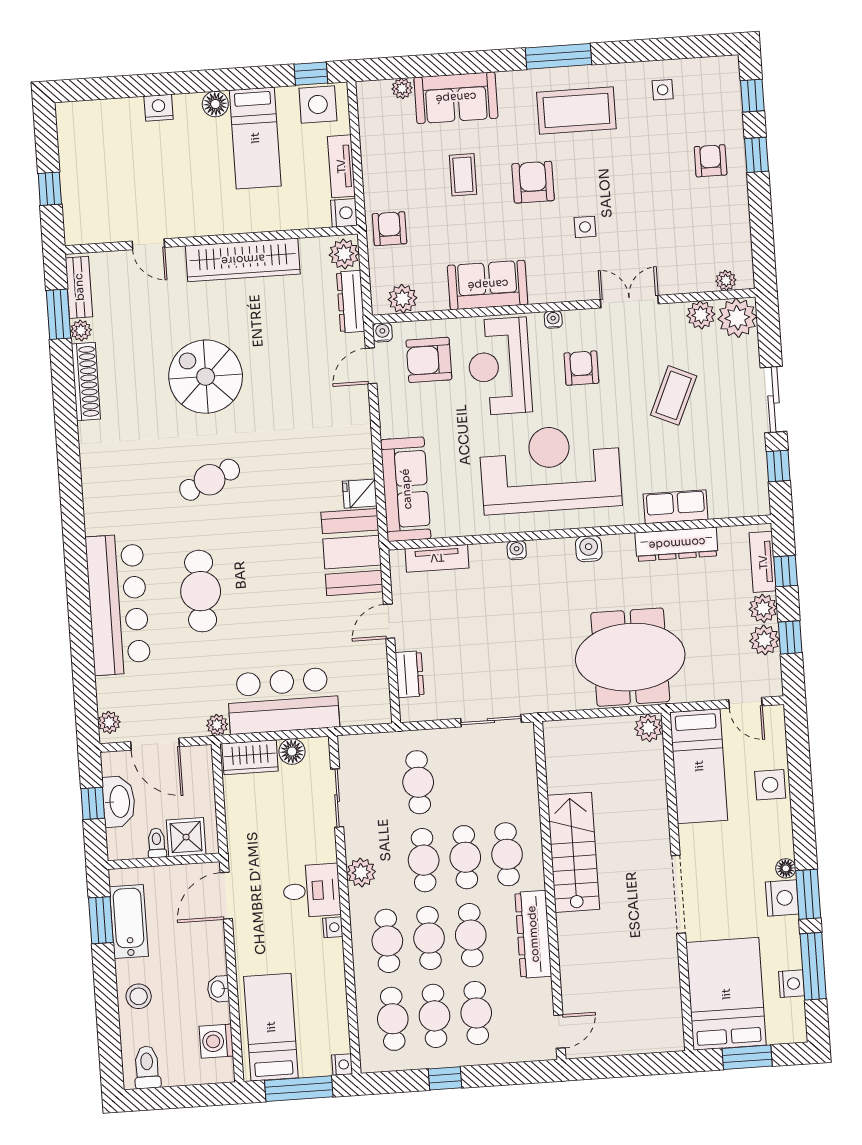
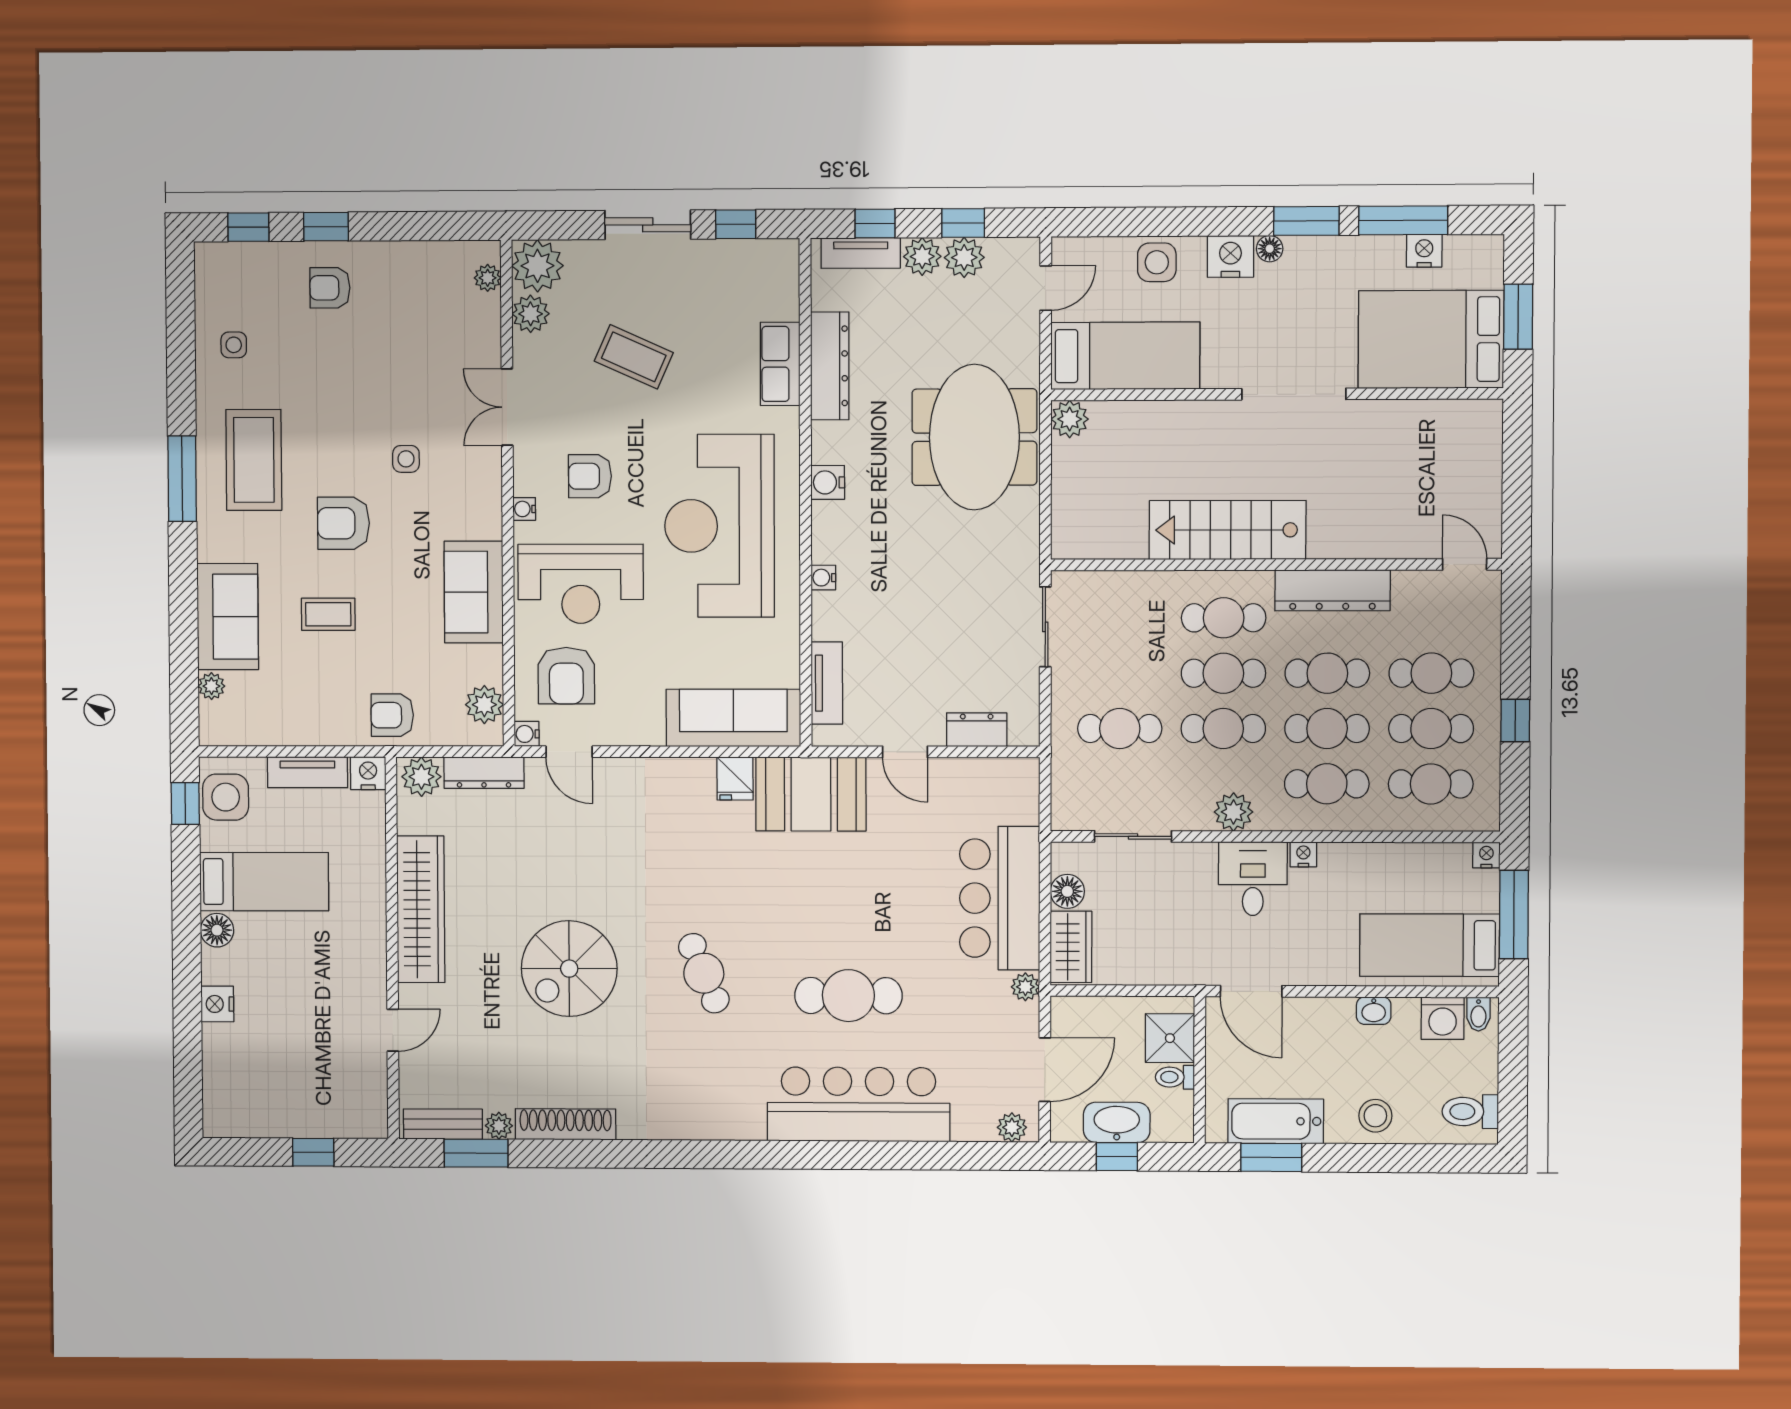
nightstand: (782, 898) -> (1230, 256), moved
bidet: (221, 1068) -> (1478, 1014), added

